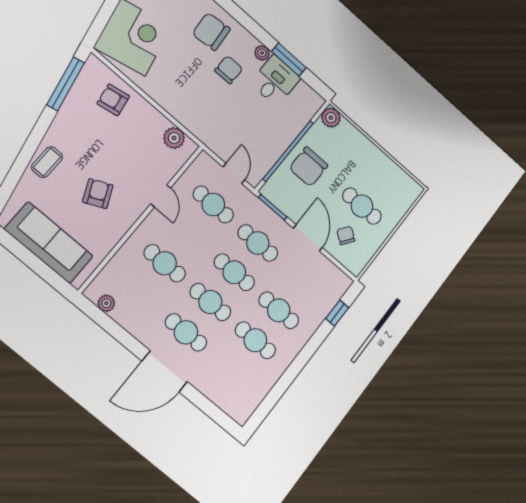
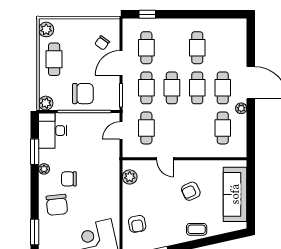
desk: (275, 81) -> (53, 131), moved, width x1.37
plant: (407, 187) -> (46, 30), added
door: (161, 196) -> (165, 159), swing flipped
cafe table: (362, 206) -> (54, 59), moved
cafe table: (165, 263) -> (223, 128), moved
plant: (106, 303) -> (241, 108), moved
cafe table: (279, 310) -> (146, 48), moved

